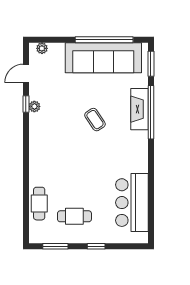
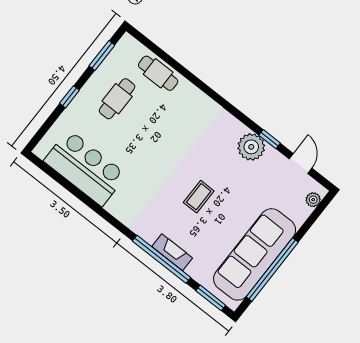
plant: (34, 106) -> (251, 147), width x1.88, depth x1.88
fireplace: (139, 109) -> (172, 252), width x0.73, depth x0.76
coffee table: (95, 120) -> (199, 197), turned -56

